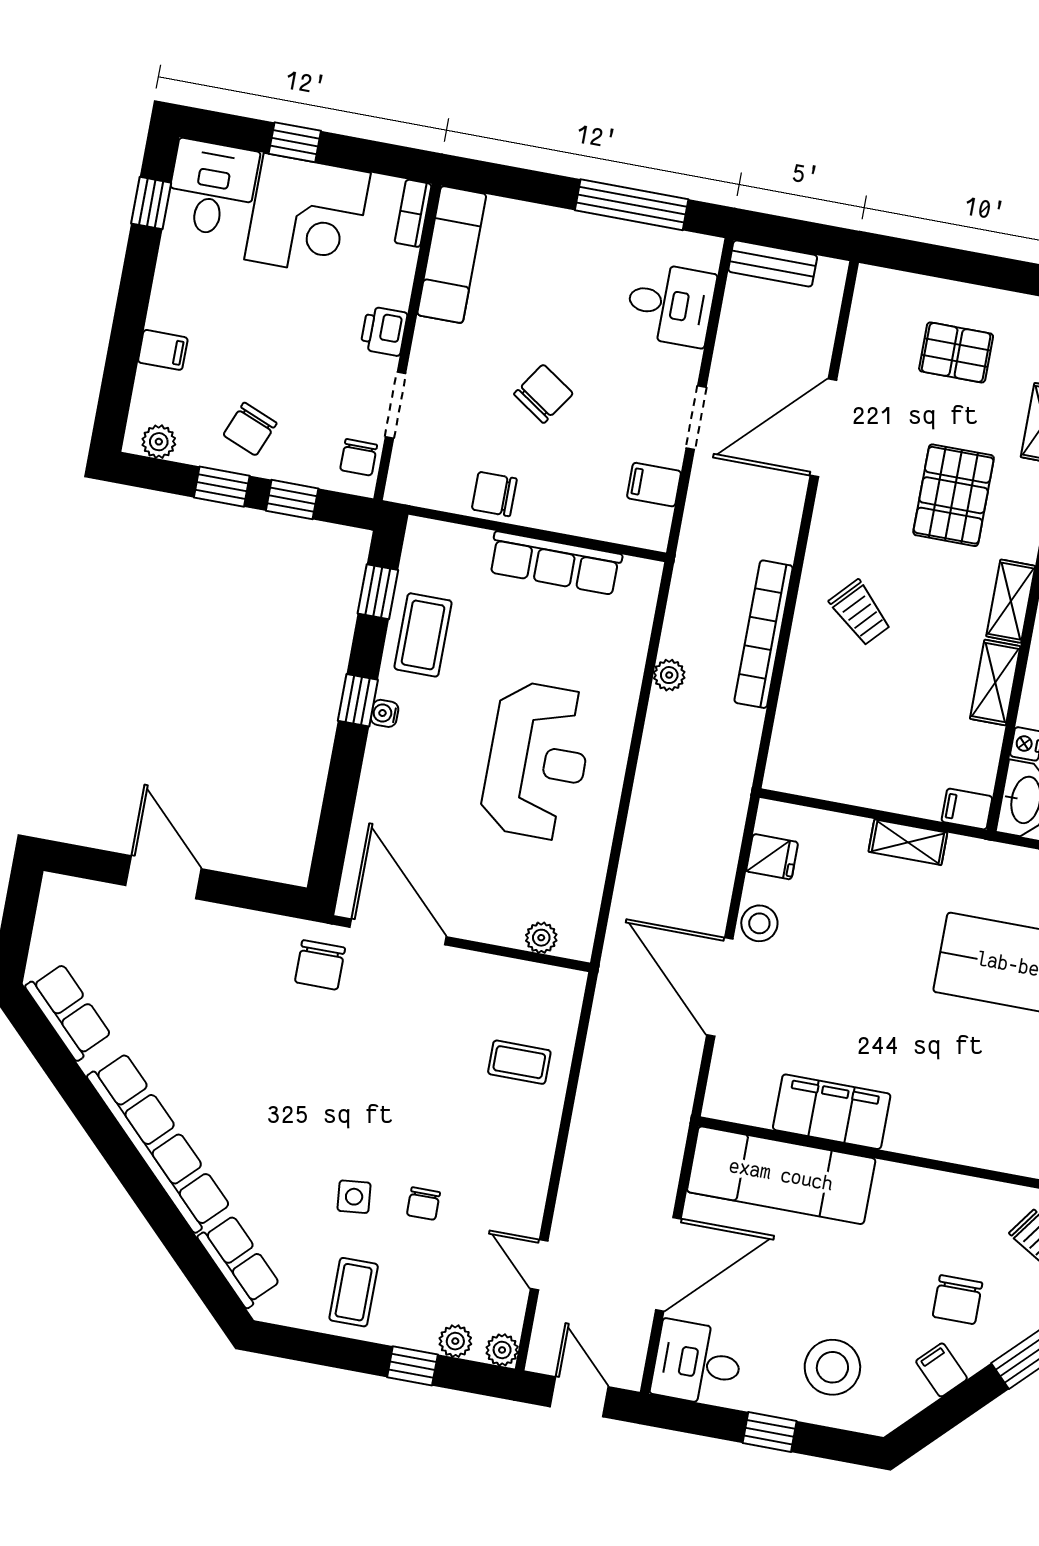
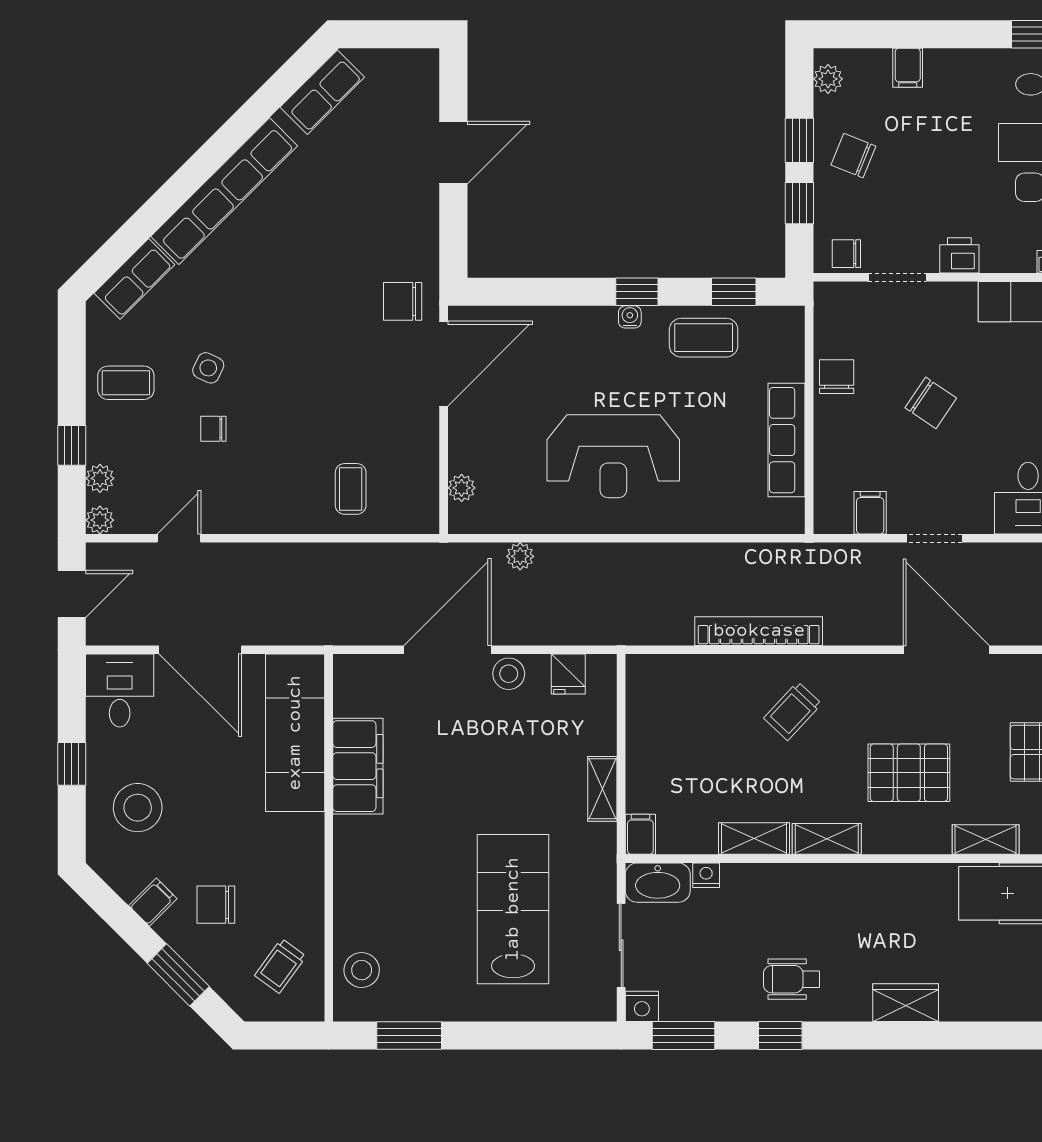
plant: (669, 675) -> (520, 556), moved
side table: (354, 1197) -> (208, 368), turned 31

